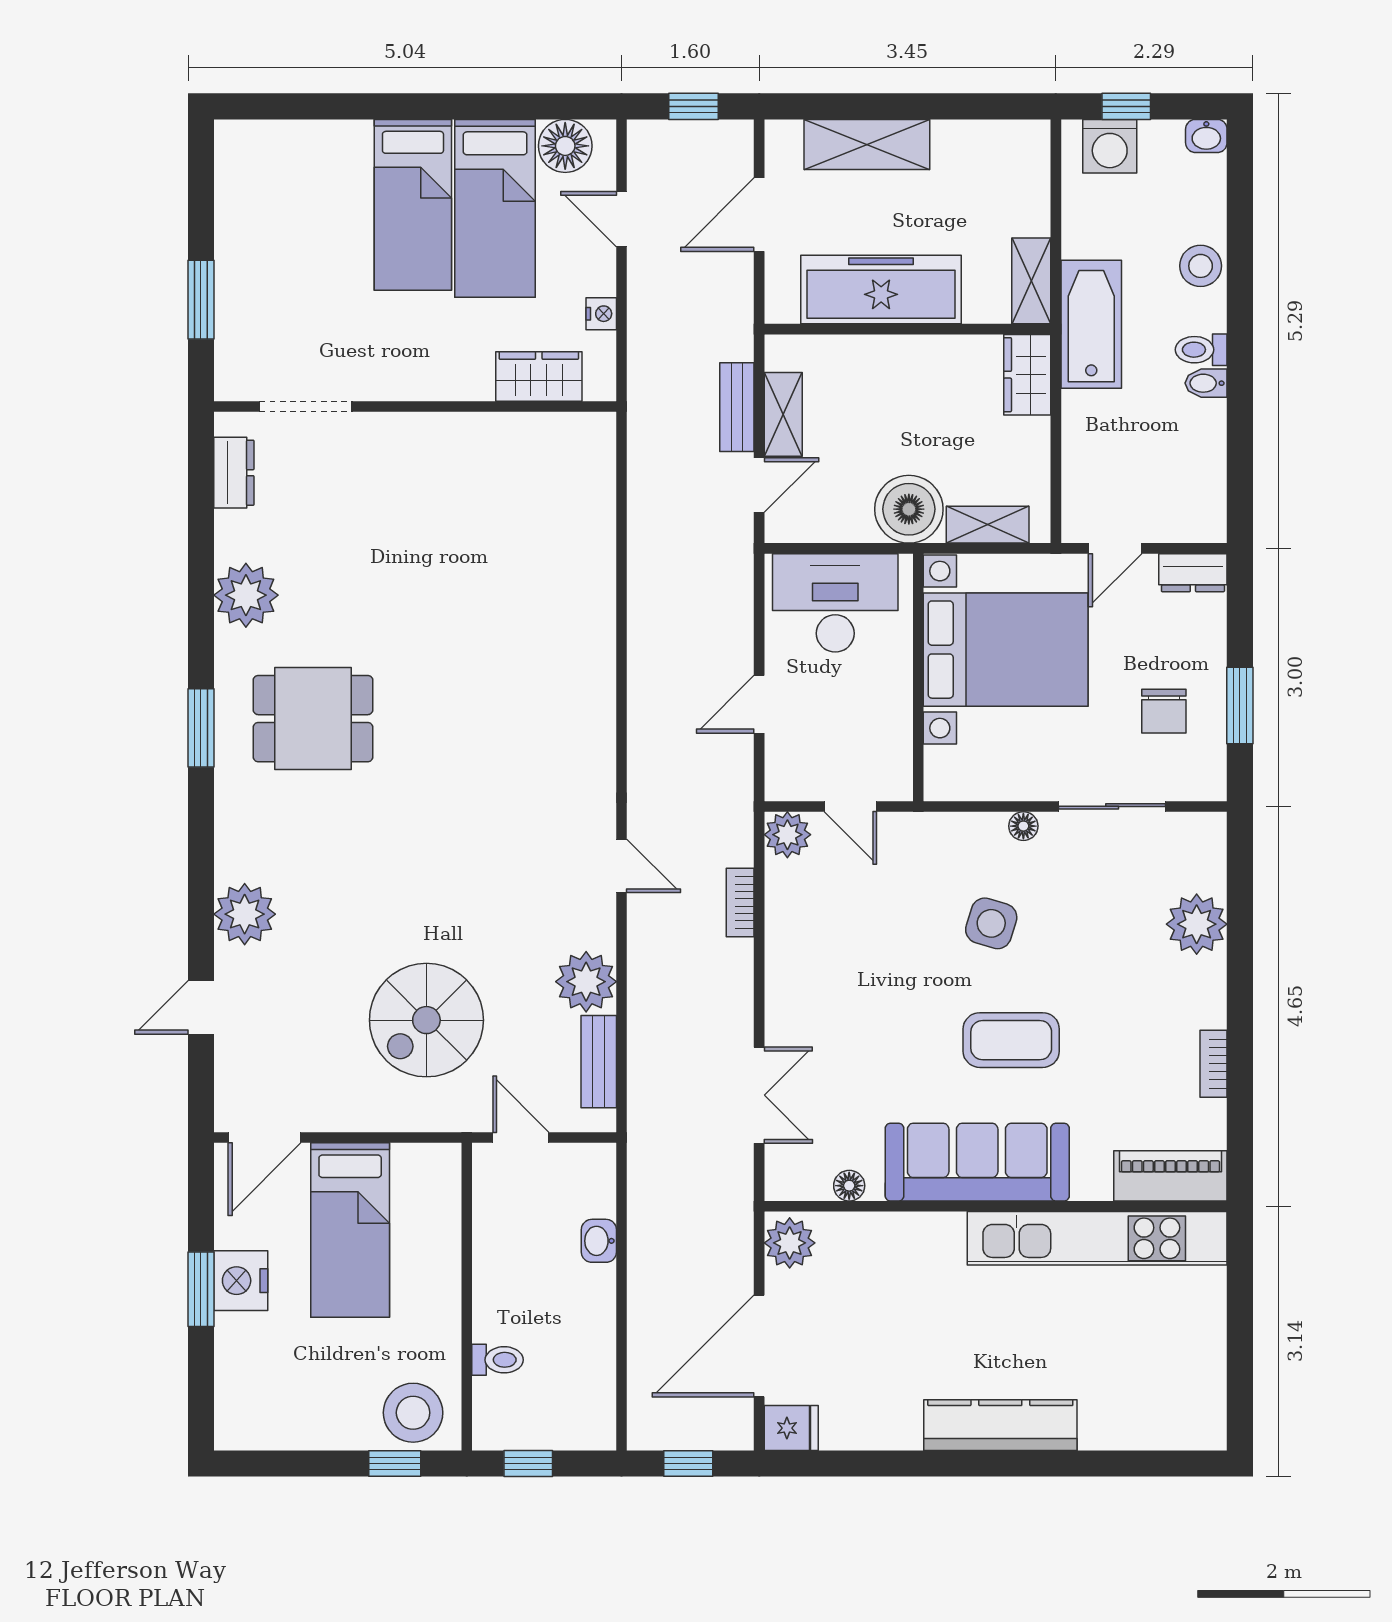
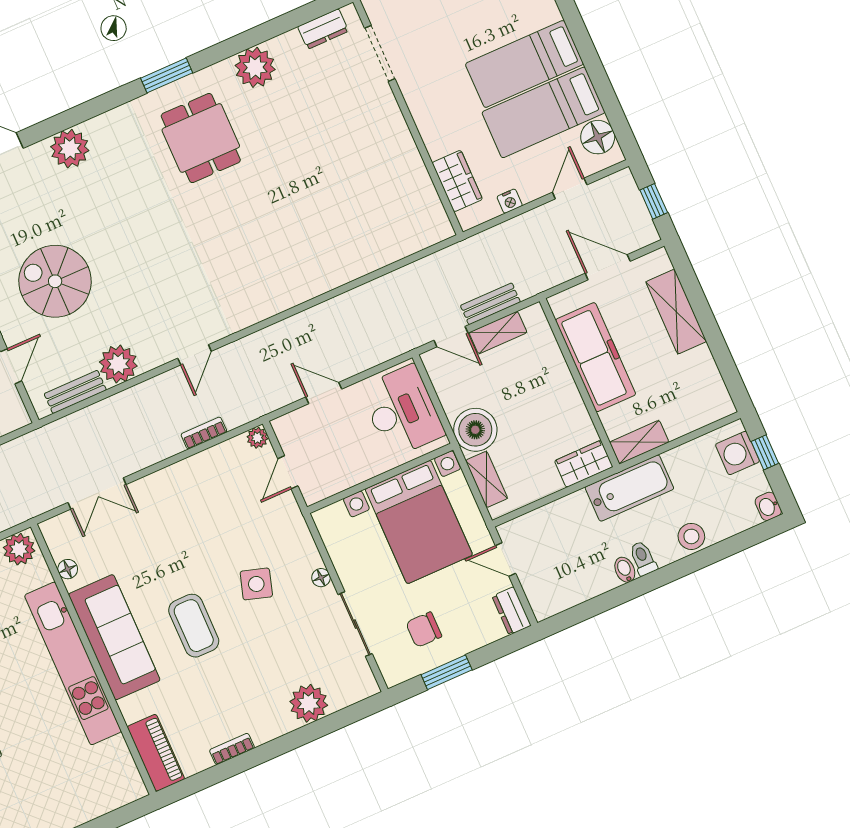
plant: (787, 835) -> (257, 438), width x0.73, depth x0.73
kitchen unit: (1097, 1238) -> (73, 663), moved

